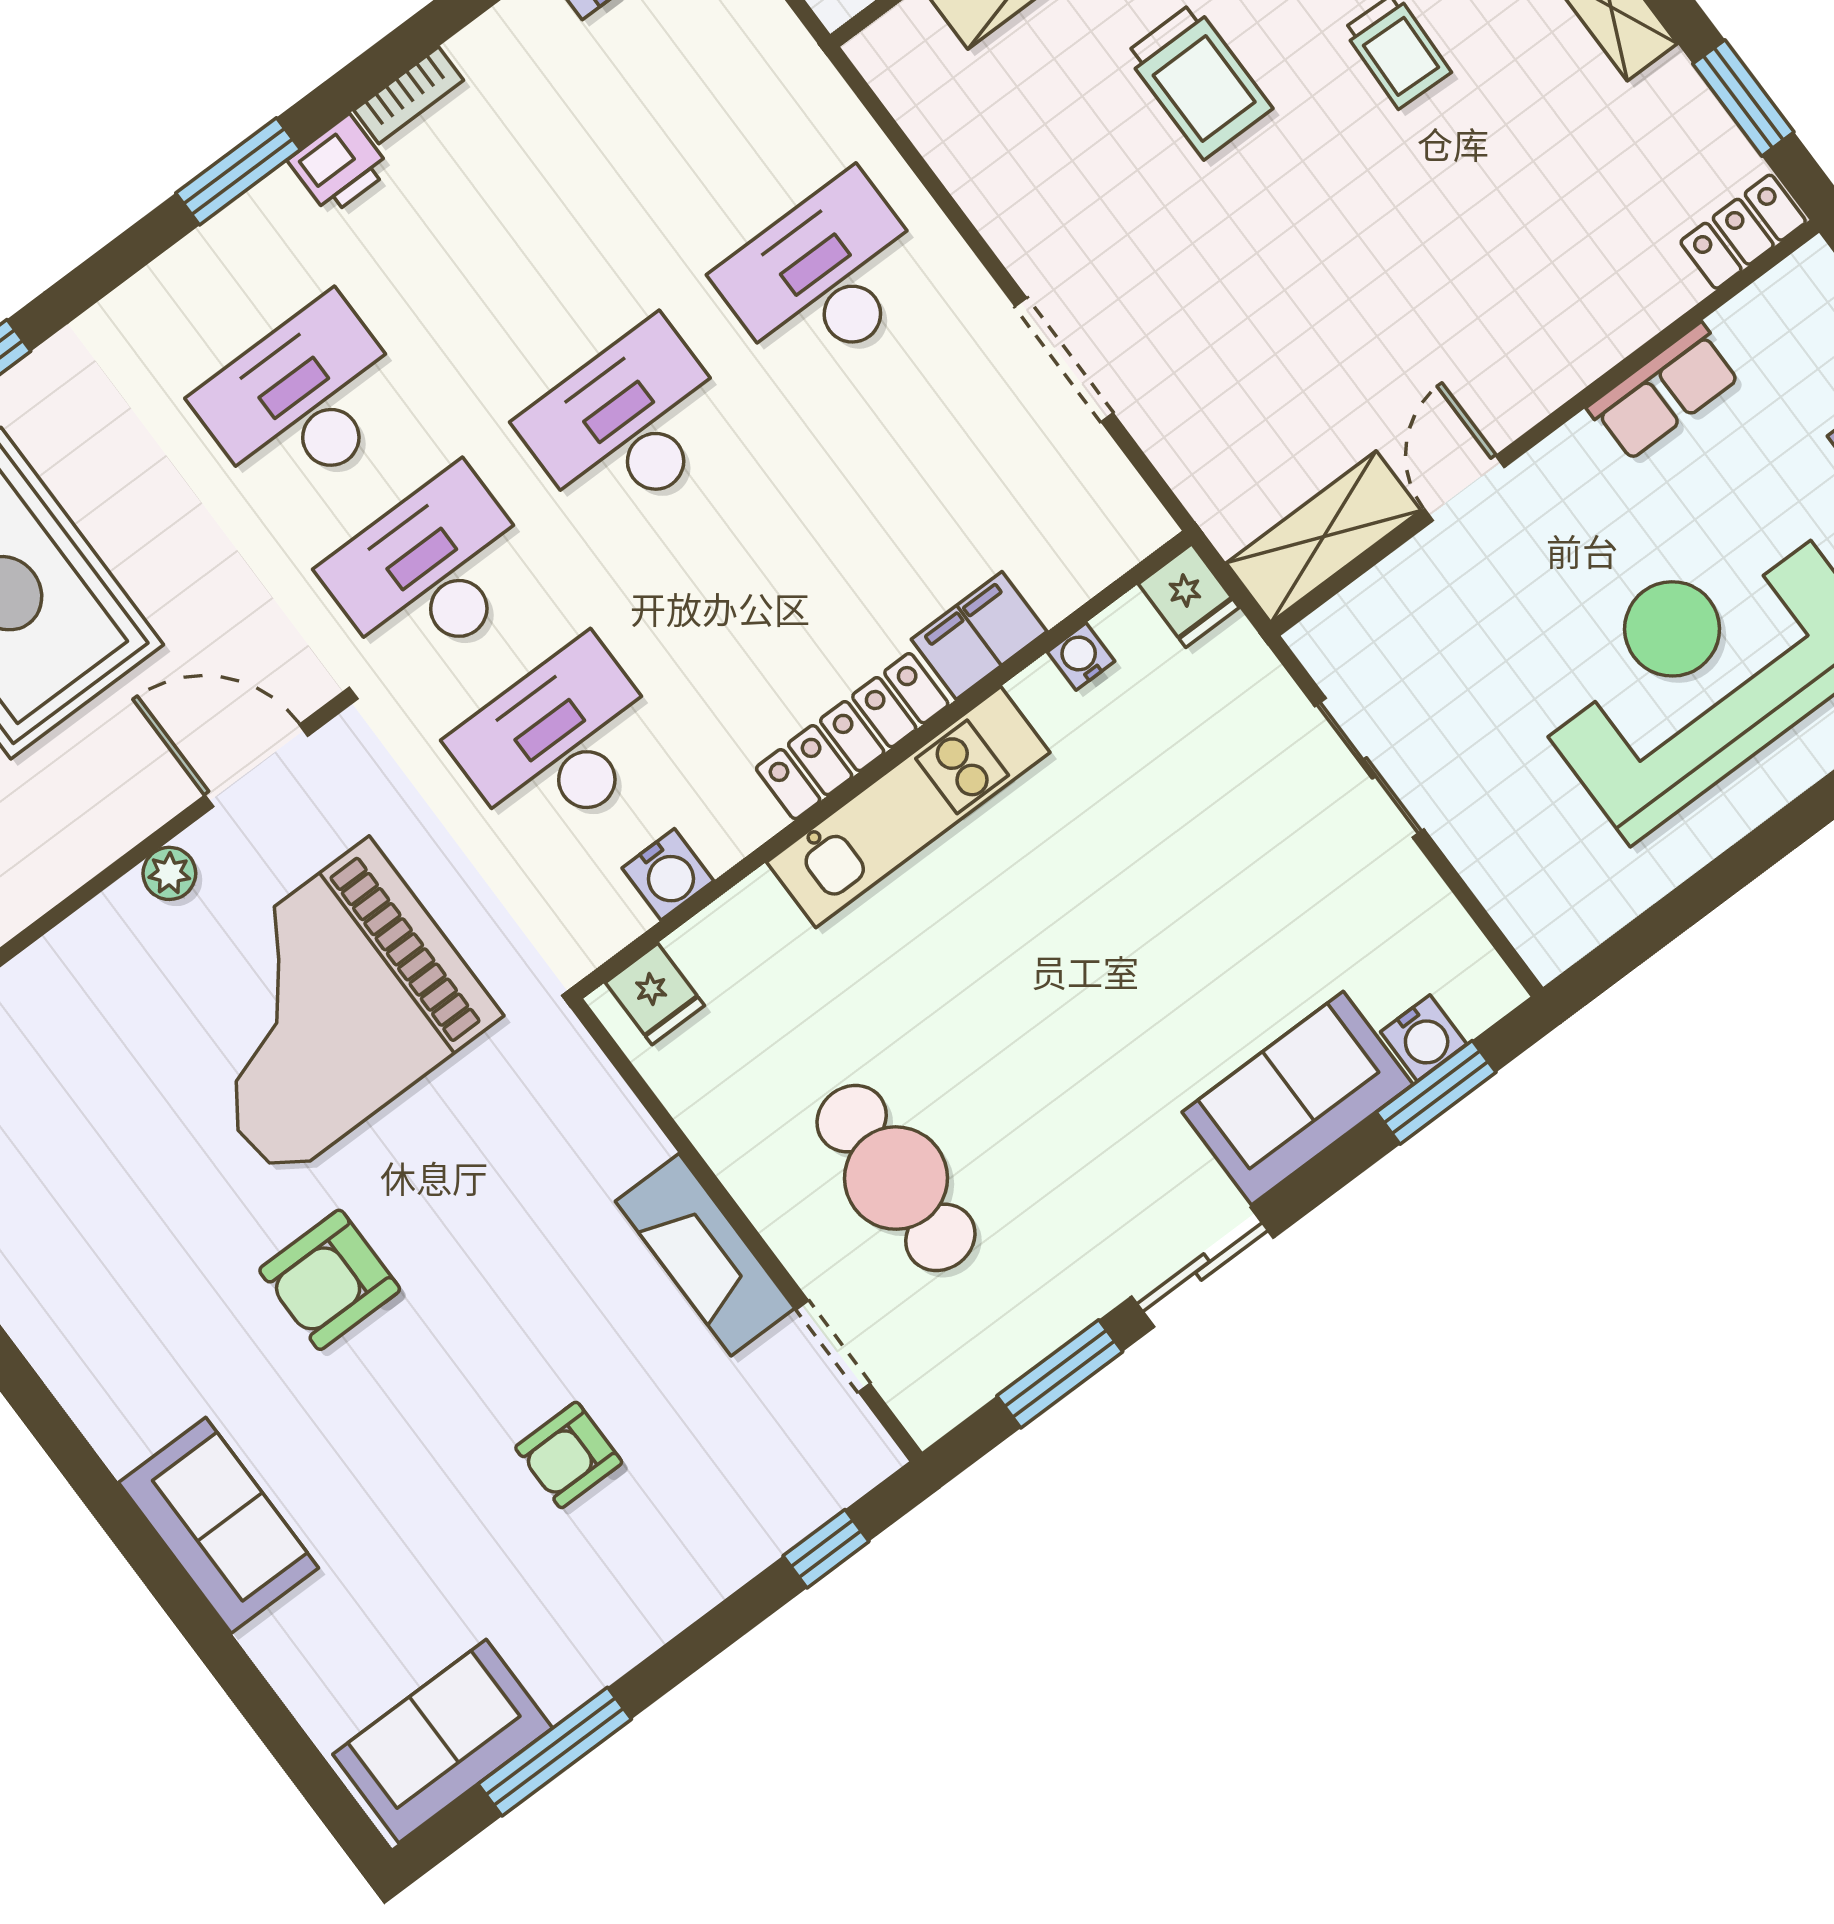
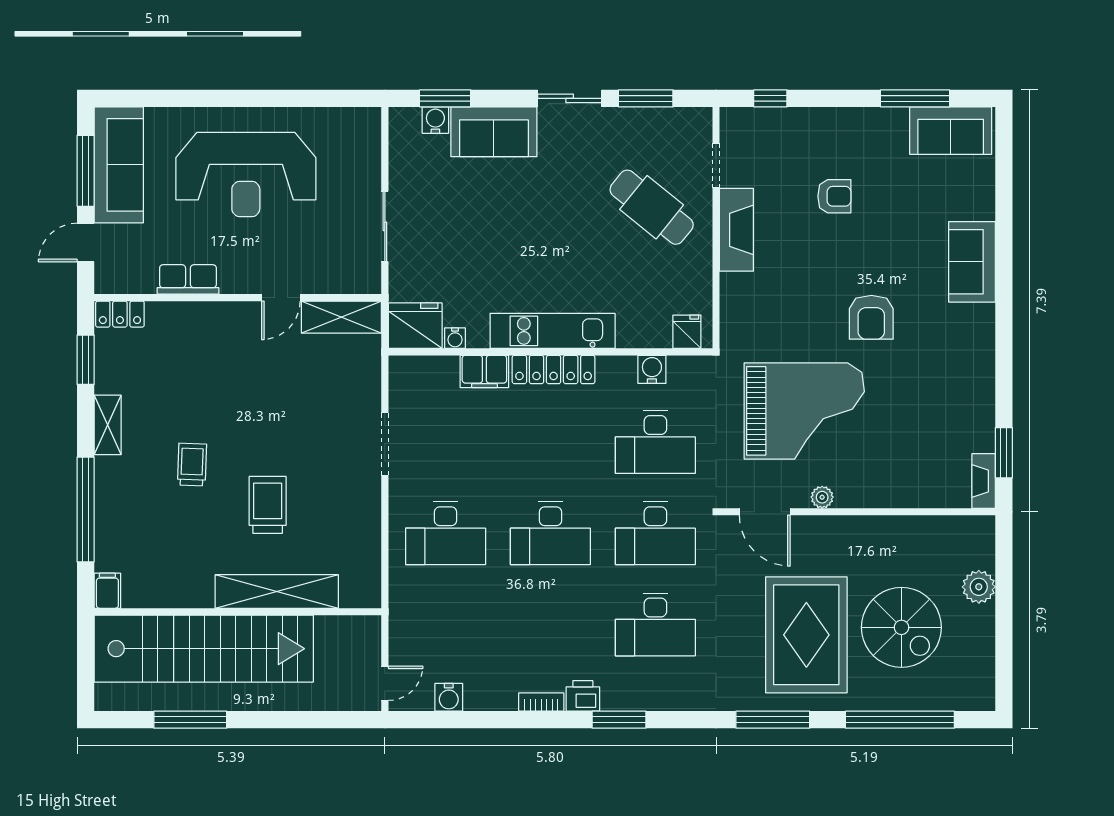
fridge: (1189, 596) -> (415, 326), width x1.88, depth x1.34
cafe table: (896, 1178) -> (652, 207), turned -51
armchair: (330, 1280) -> (871, 317), turned 90

